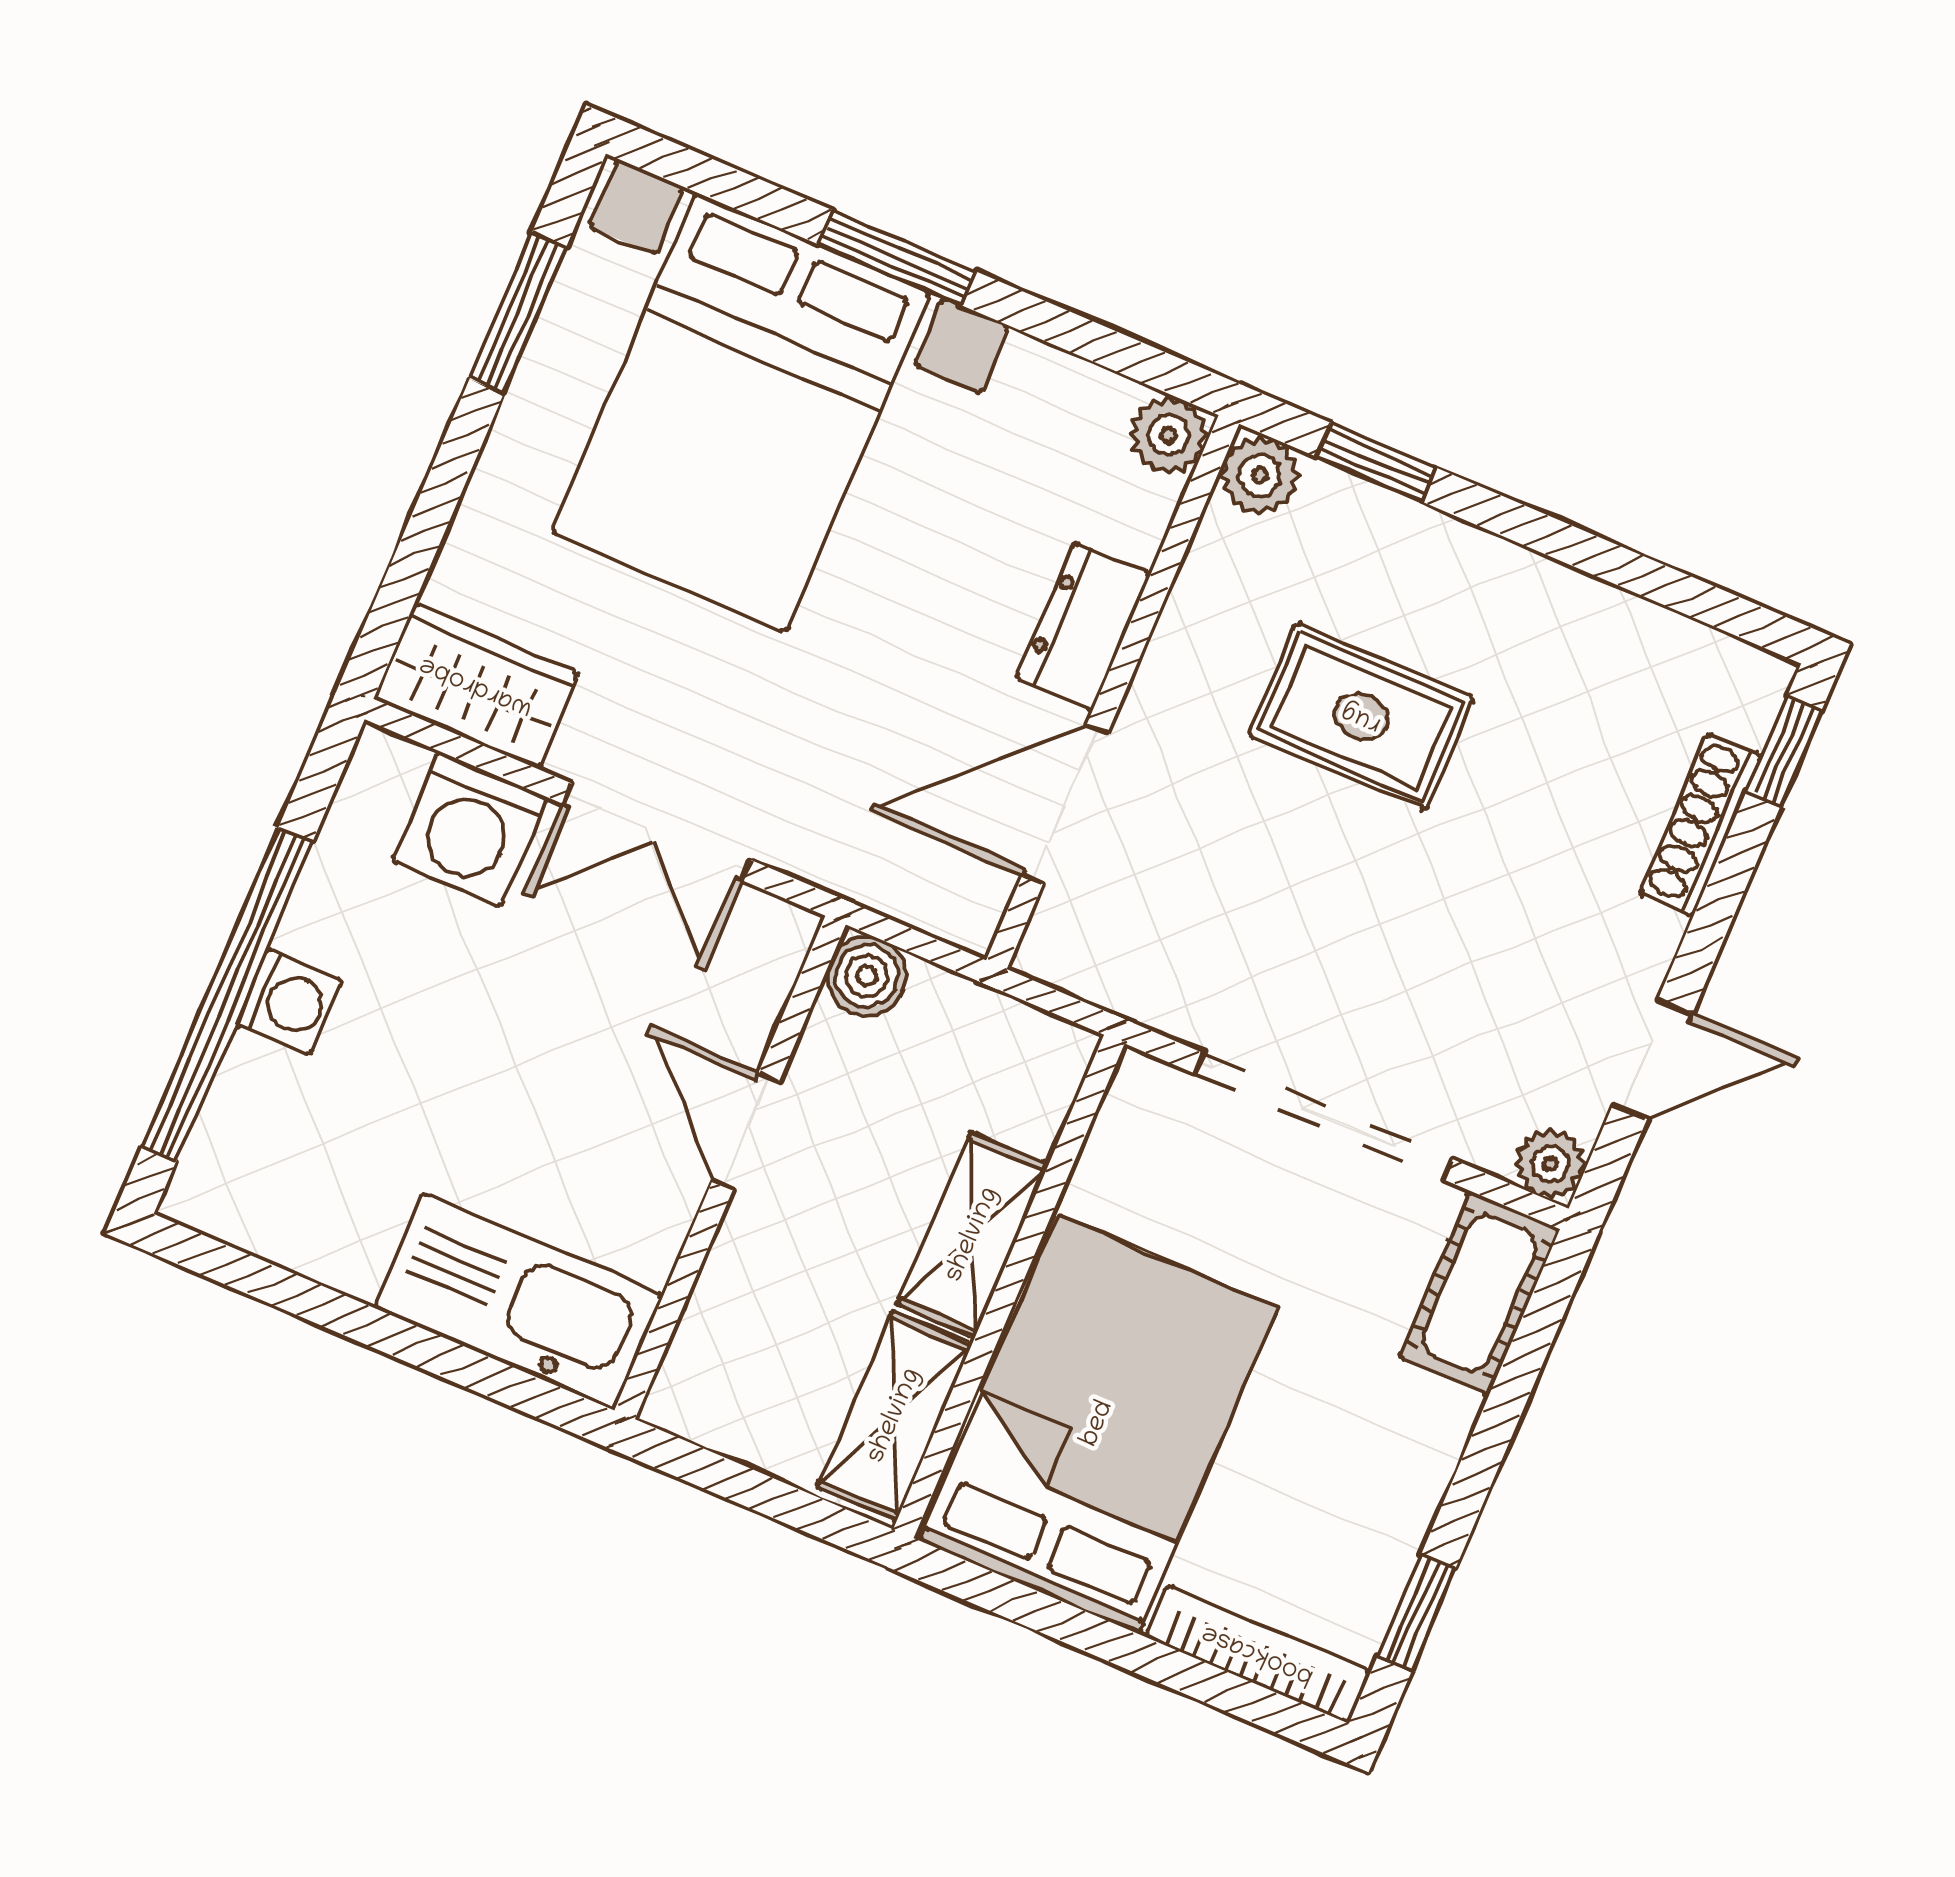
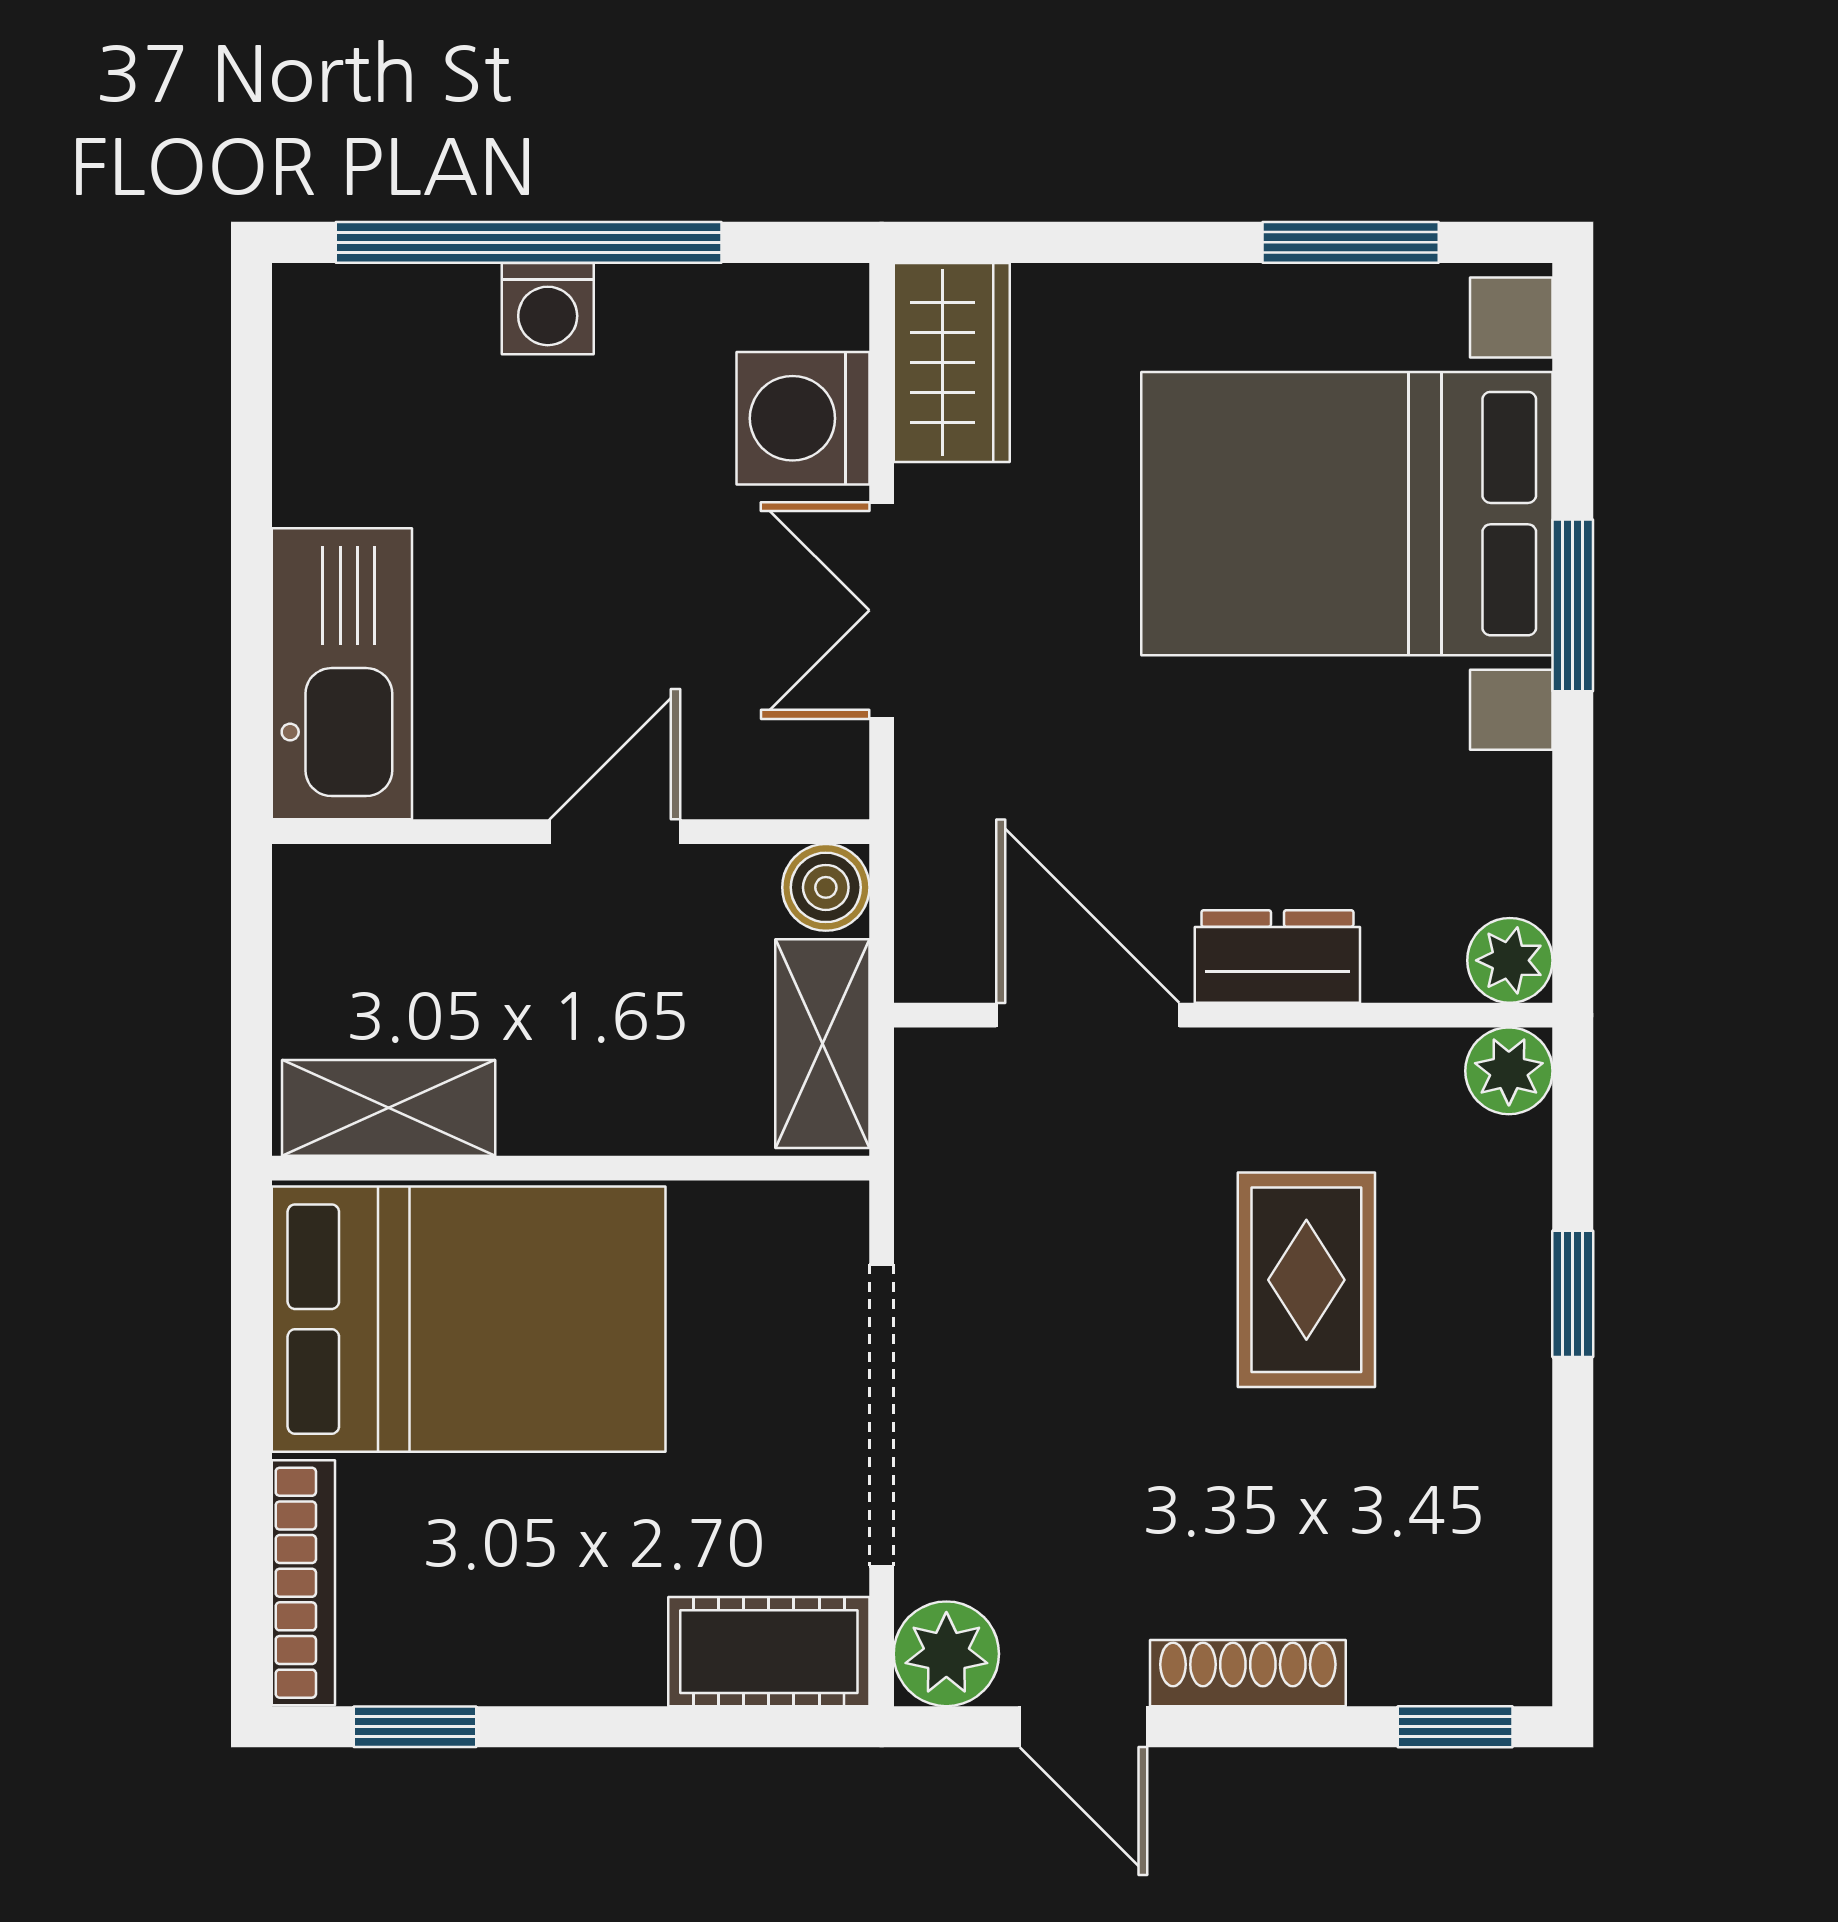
window: (1376, 462) -> (1573, 1294), moved
shoe rack: (1700, 824) -> (1248, 1673), moved
plant: (1551, 1164) -> (946, 1654), width x1.38, depth x1.38
shelving: (973, 1235) -> (822, 1044), moved, turned 90

